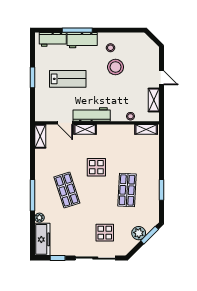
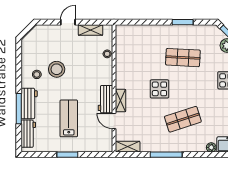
workbench: (92, 115) -> (105, 99), width x0.73
door: (65, 123) -> (114, 121), swing flipped
shelving: (146, 129) -> (121, 38), removed
window: (32, 195) -> (166, 155), moved

